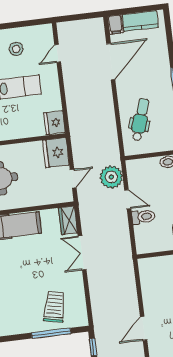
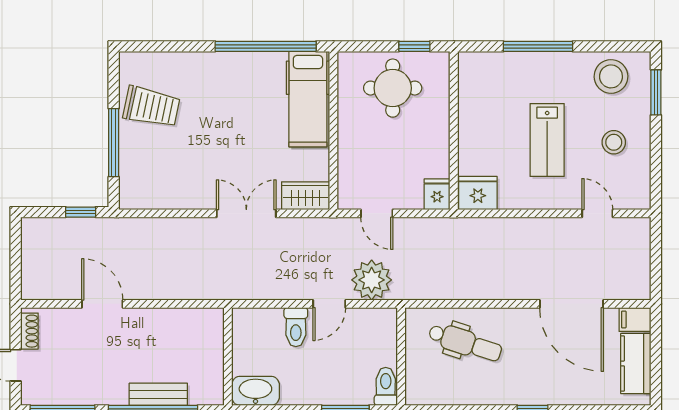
fridge: (56, 153) -> (437, 194), width x0.53, depth x0.75
trolley: (54, 307) -> (151, 107), moved

